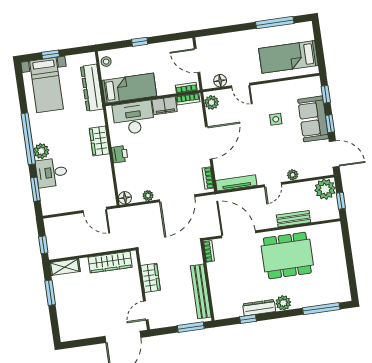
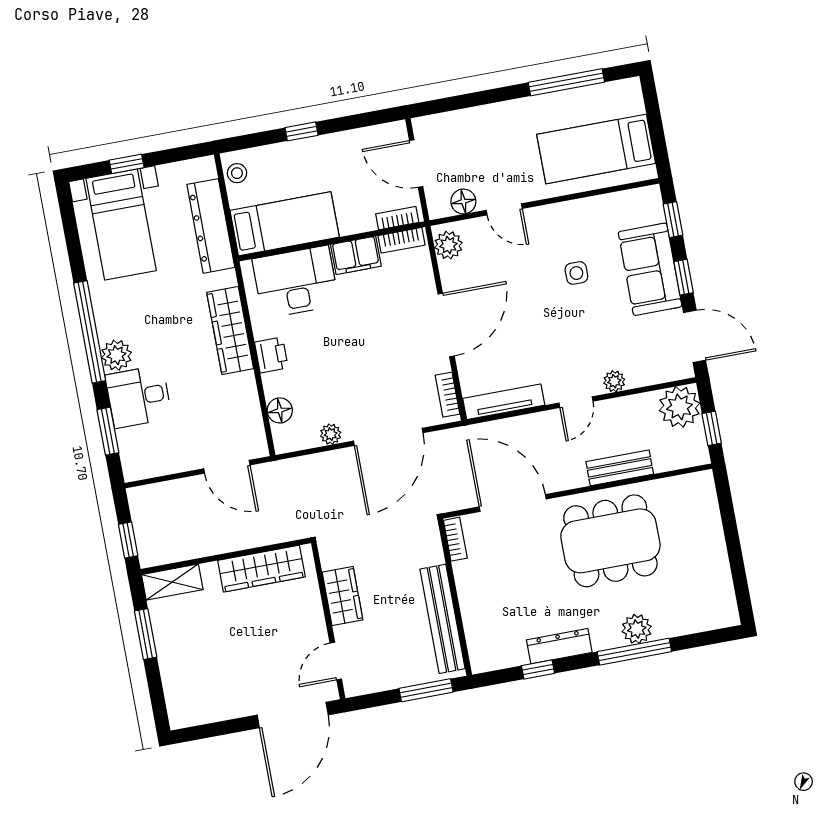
wardrobe: (99, 141) -> (230, 330), width x1.50
floor lamp: (125, 198) -> (280, 410), moved
plant: (283, 303) -> (637, 629), moved
window: (321, 309) -> (634, 652), moved

